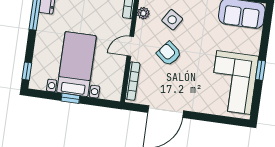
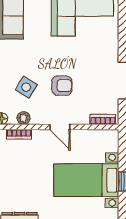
armchair: (169, 54) -> (62, 86), turned -129
bookcase: (133, 81) -> (103, 119), width x0.64

